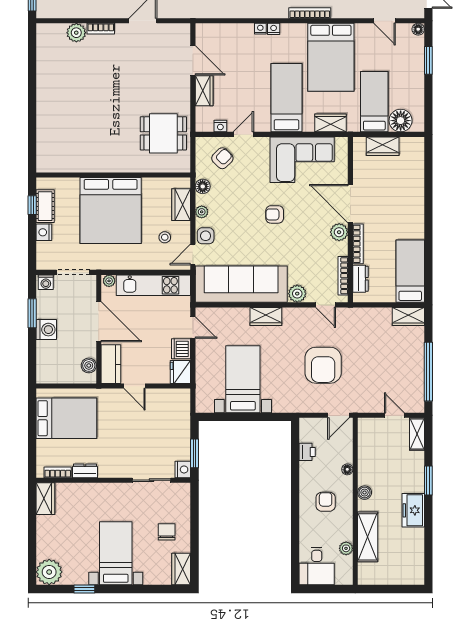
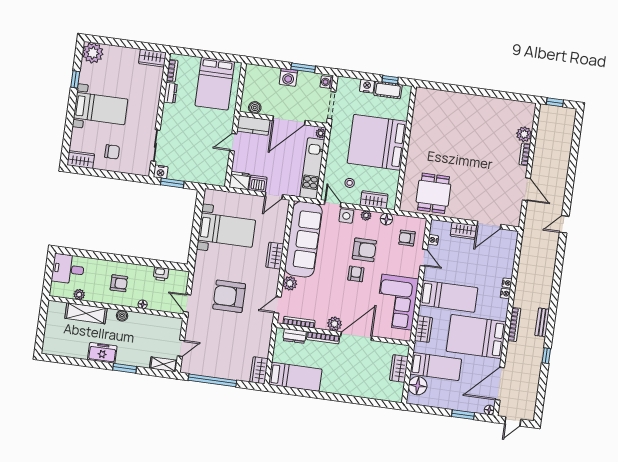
door: (384, 21) -> (500, 384), width x1.88
armchair: (222, 158) -> (407, 238), turned 135
armchair: (244, 208) -> (364, 250), added

